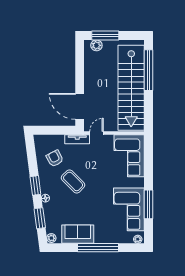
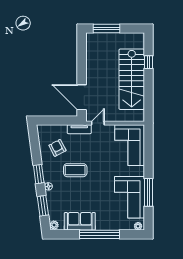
plant: (96, 45) -> (98, 38), removed
window: (149, 70) -> (148, 62), width x0.32
stairs: (131, 88) -> (132, 79), width x0.73
coffee table: (73, 181) -> (75, 170), turned -45

